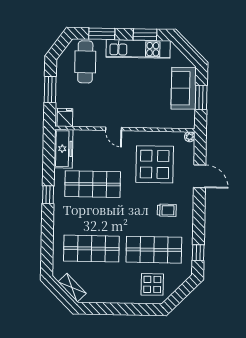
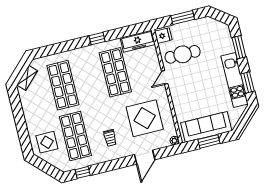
cafe table: (85, 62) -> (183, 54), moved
sofa: (184, 88) -> (206, 127), width x1.36

